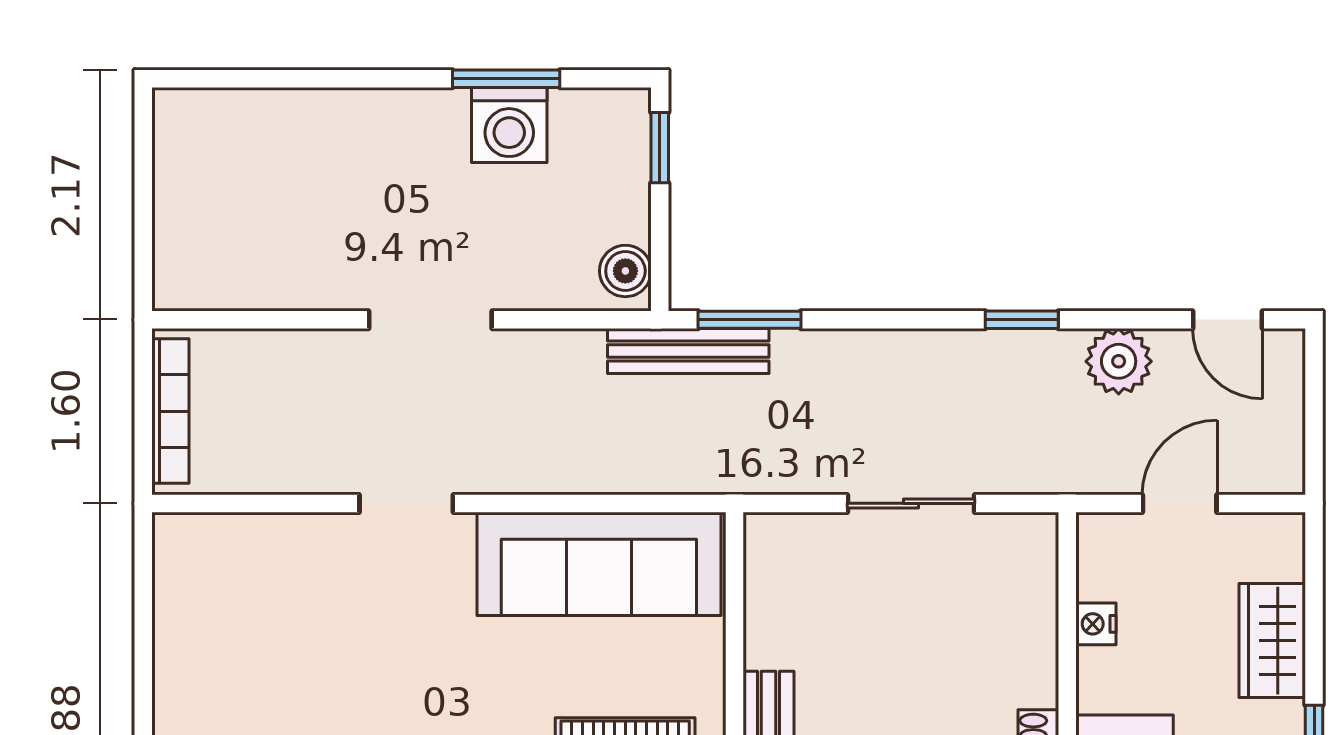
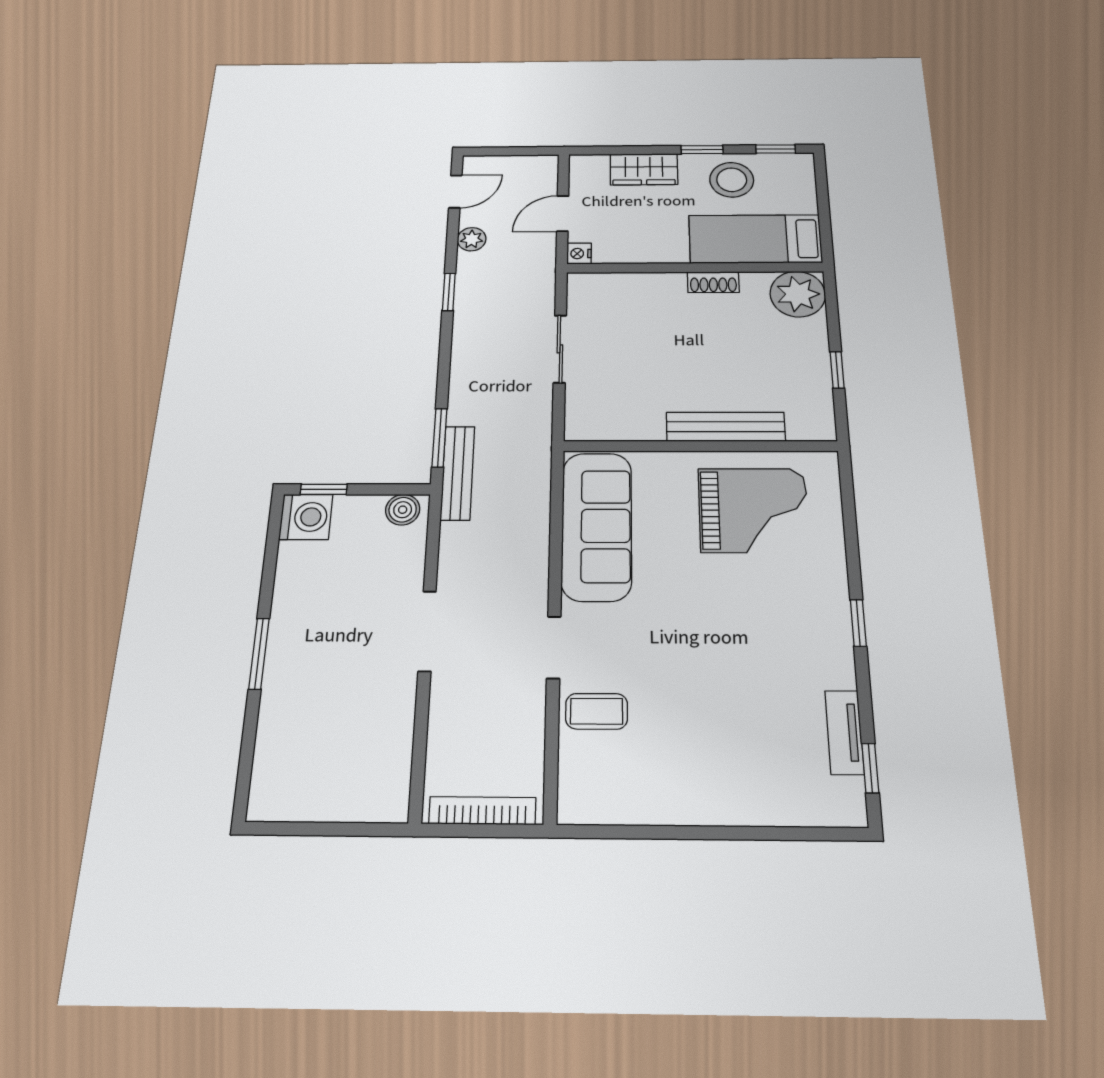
window: (506, 79) -> (259, 654), moved
washing machine: (509, 125) -> (306, 517), moved
plant: (1119, 361) -> (472, 239), width x0.73, depth x0.73
door: (1180, 503) -> (563, 213), hinge flipped
coffee table: (312, 565) -> (597, 711), added
nightstand: (1096, 624) -> (579, 254), moved, turned 90

